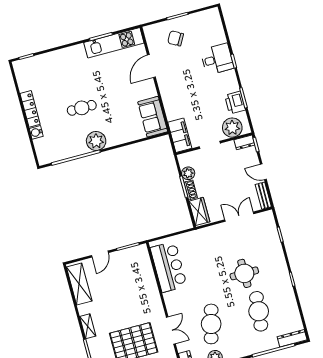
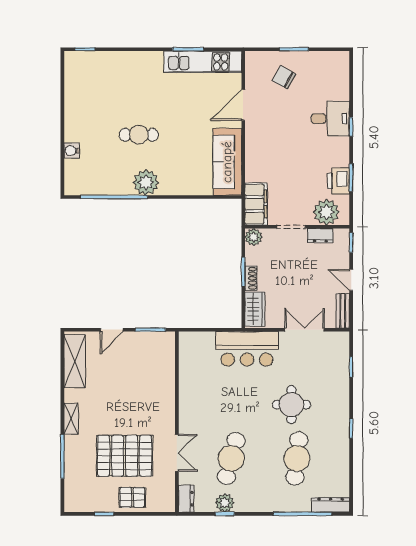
locker: (30, 109) -> (72, 118), removed
sofa: (153, 117) -> (227, 162), width x1.36
dresser: (244, 142) -> (320, 236), moved
plant: (188, 173) -> (254, 237), moved
bar counter: (169, 267) -> (247, 349), moved, turned 90

